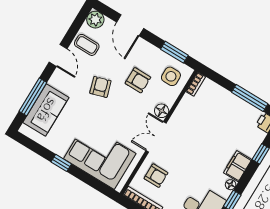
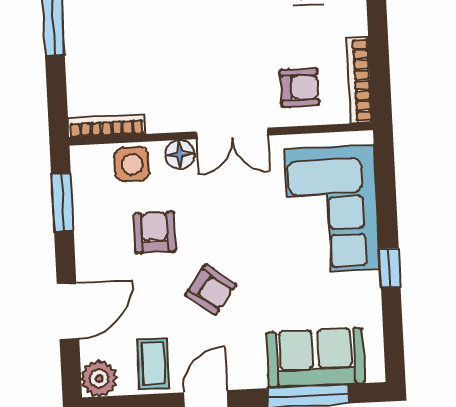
side table: (171, 76) -> (132, 164), moved
bookcase: (196, 84) -> (106, 126), width x1.56
armchair: (100, 87) -> (211, 290), turned -126
armchair: (156, 176) -> (300, 88), turned 90

